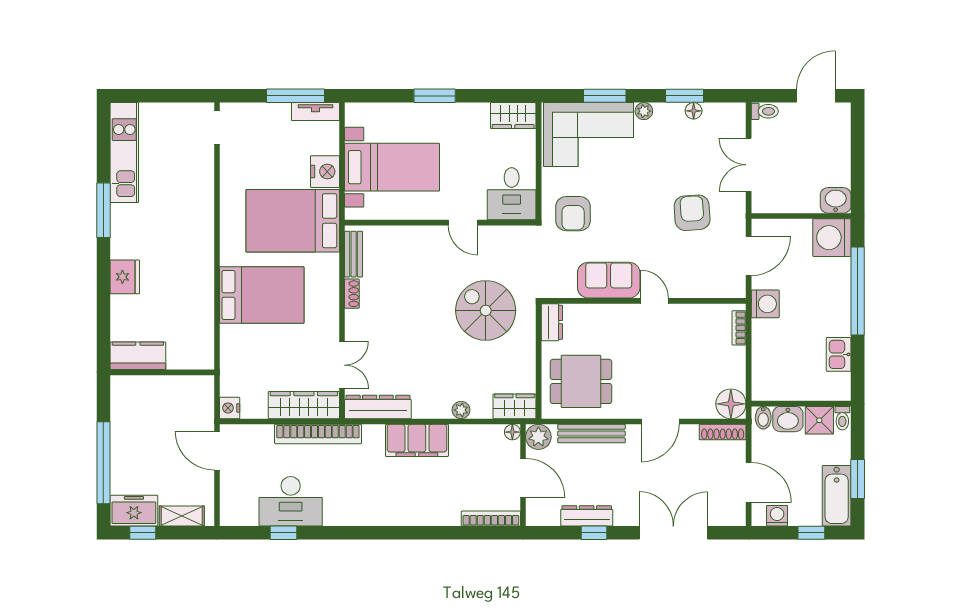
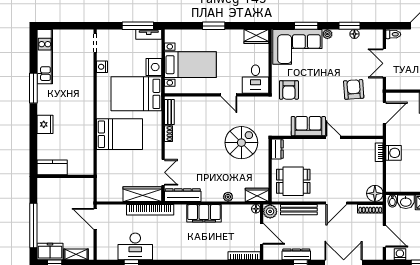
washing machine: (765, 304) -> (393, 153), moved
spiral stairs: (486, 310) -> (241, 143), turned 90
nightstand: (230, 408) -> (102, 67), moved

